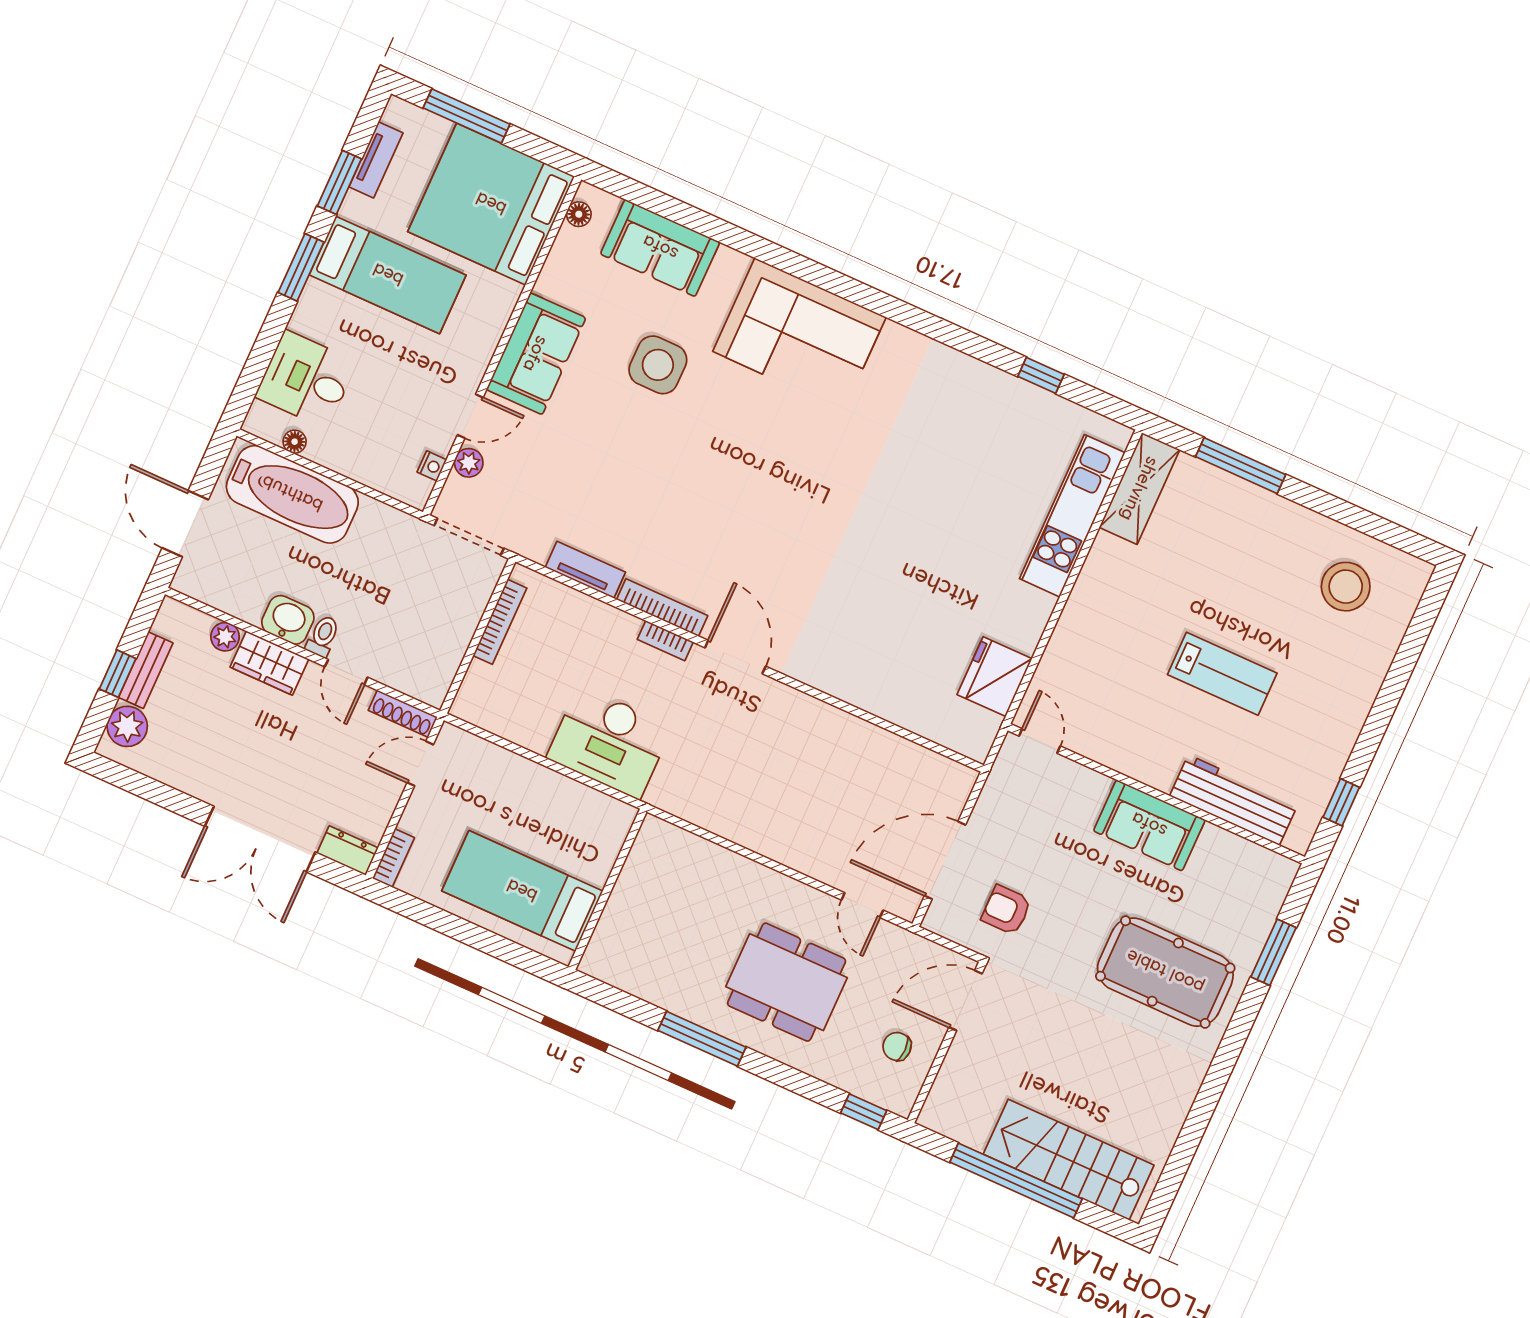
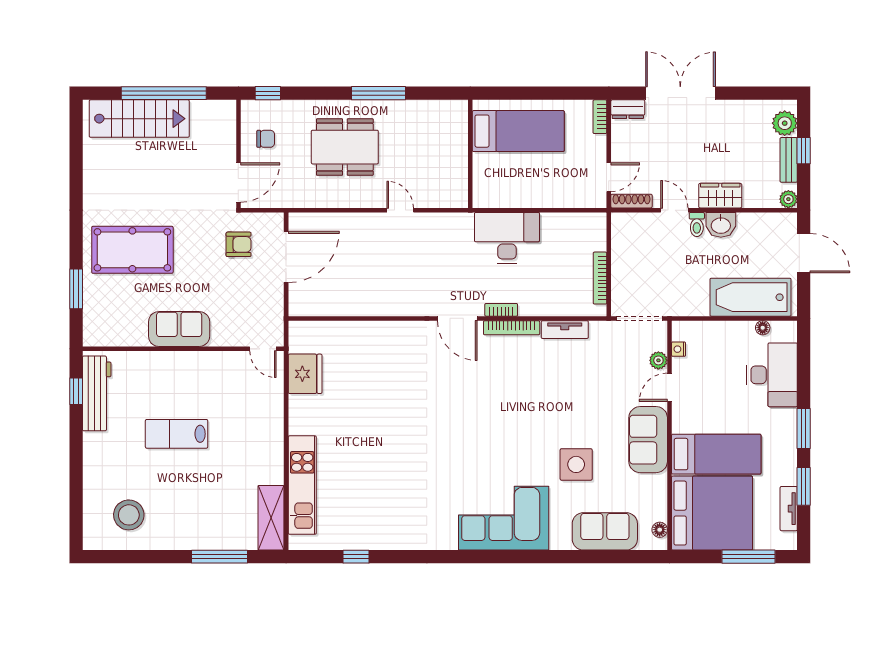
bed: (388, 275) -> (716, 454), moved, turned 180
desk: (306, 379) -> (772, 375), width x1.37
plant: (225, 637) -> (788, 199), moved
workbench: (1234, 800) -> (97, 393), moved, turned -90
door: (862, 905) -> (400, 210), moved

